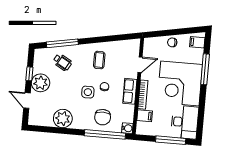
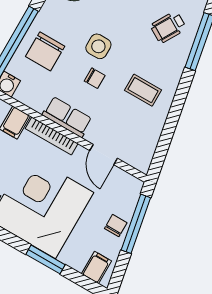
window: (167, 33) -> (136, 224), added
window: (205, 69) -> (46, 259), width x0.69
chair: (103, 117) -> (45, 51), turned -90

